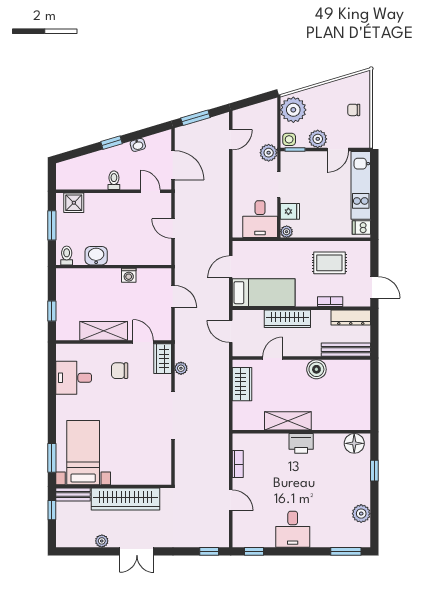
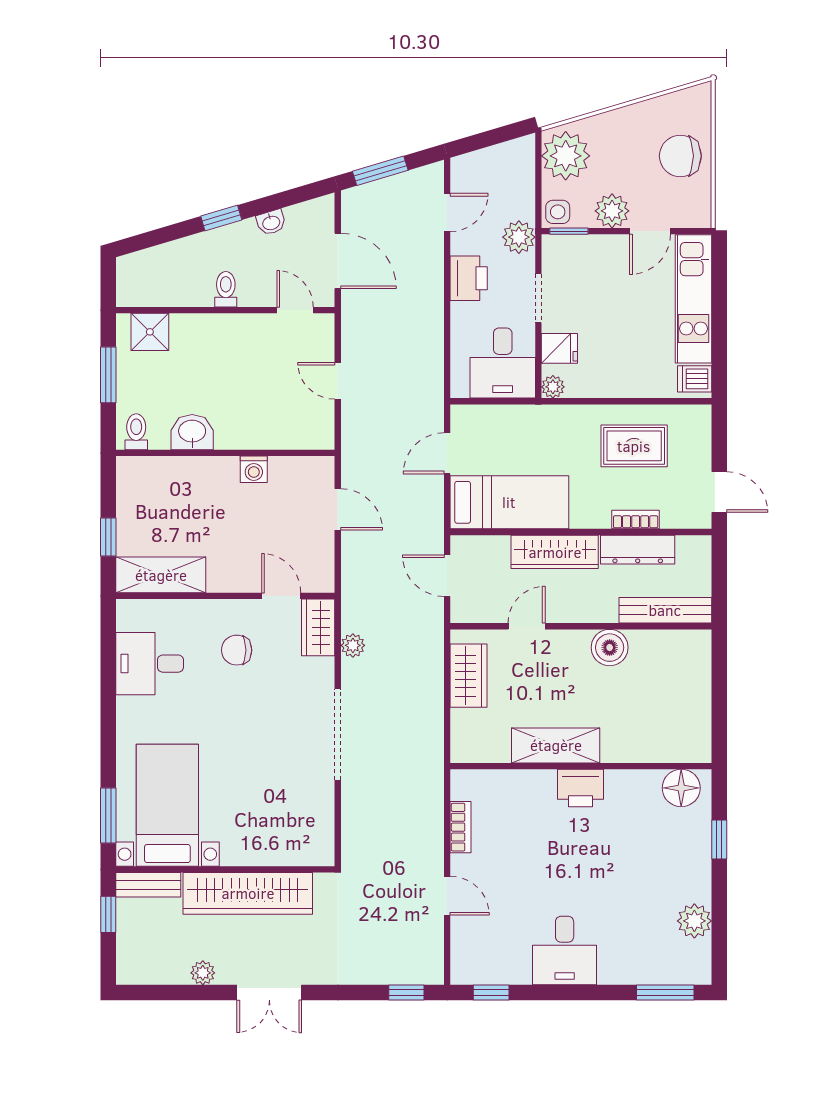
chair: (354, 110) -> (680, 156), width x1.87, depth x1.87
printer: (242, 174) -> (469, 278), added
dresser: (351, 318) -> (638, 550), moved
shelving: (104, 331) -> (161, 575), moved

